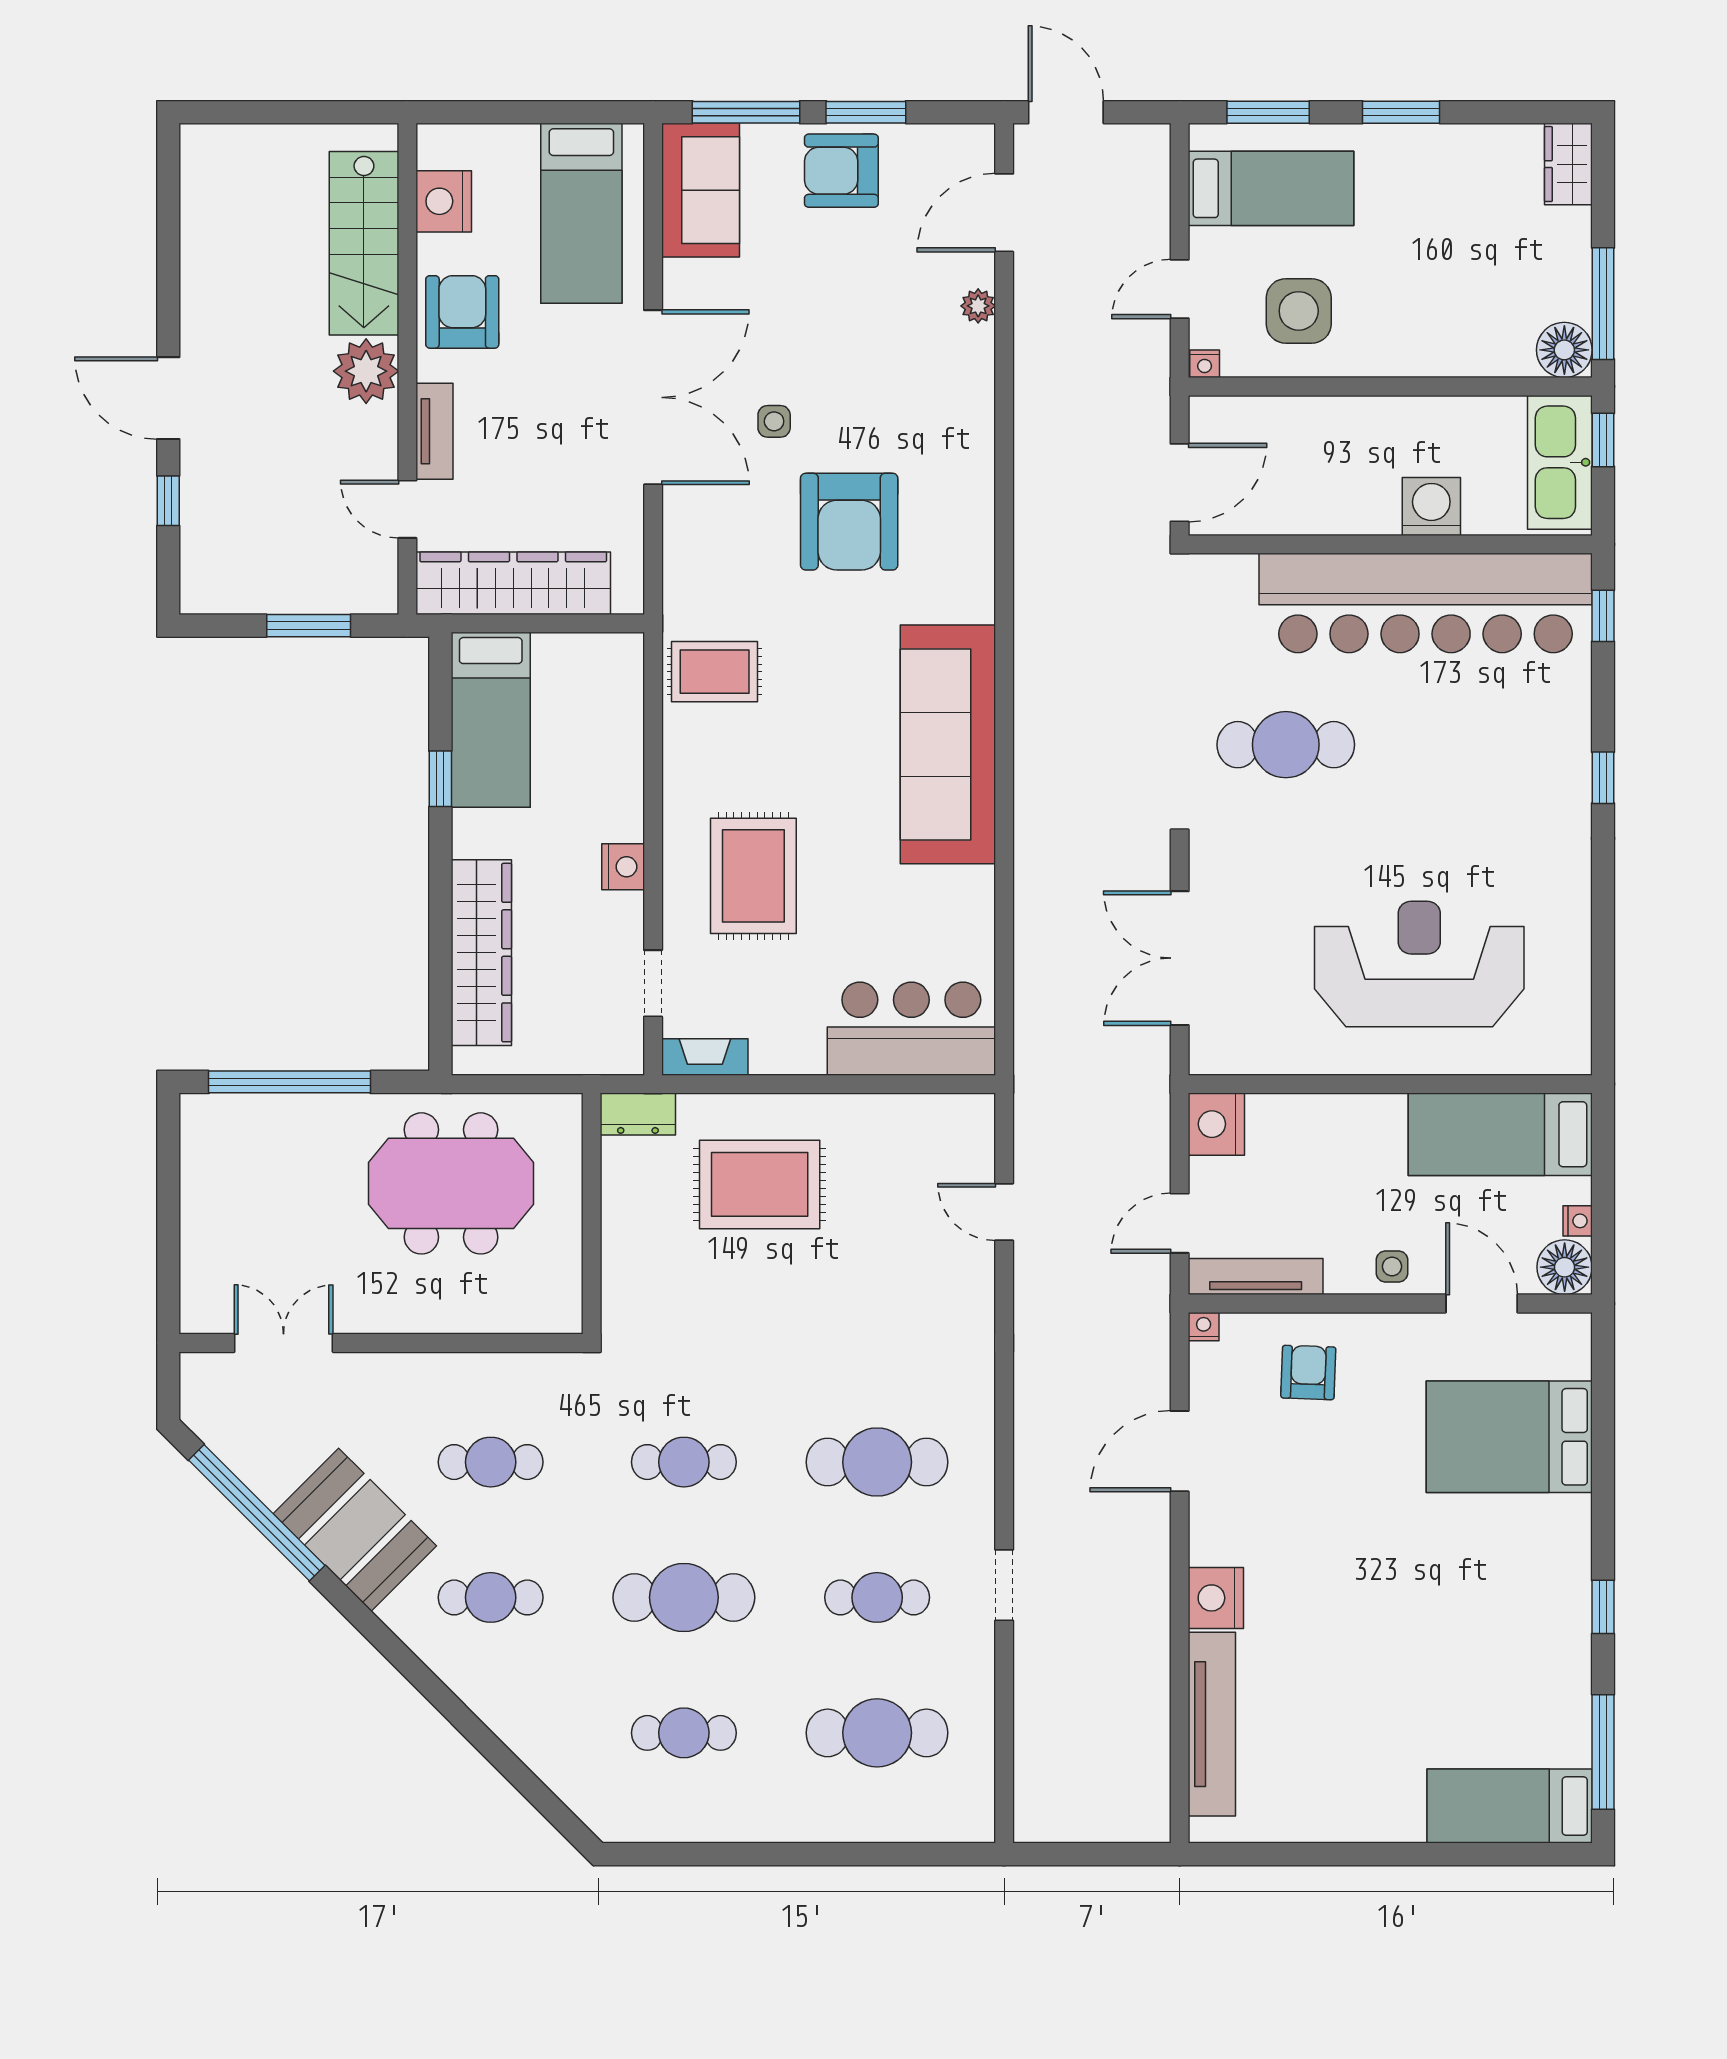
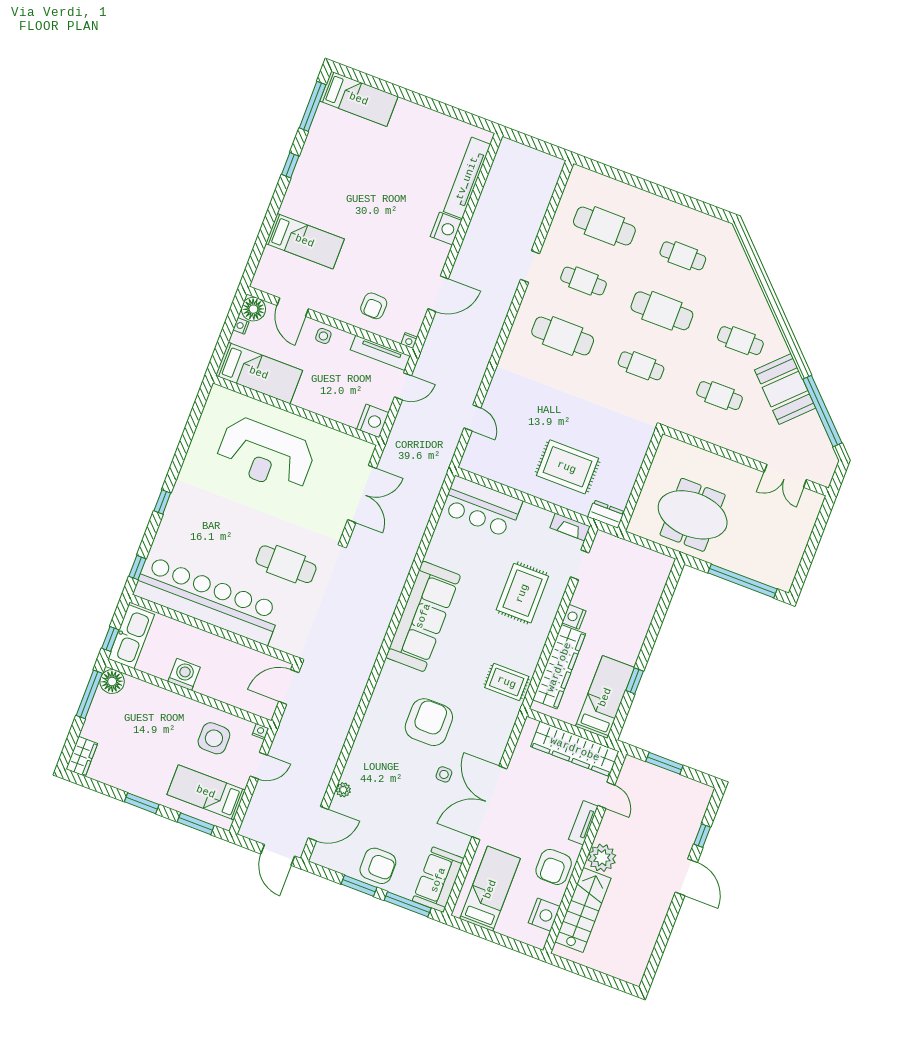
washing machine: (1431, 507) -> (184, 674), moved, turned 180
wardrobe: (481, 953) -> (559, 667), moved, turned 180
bed: (1509, 1437) -> (305, 241), width x0.67

